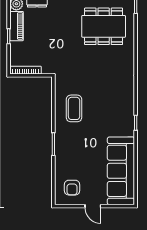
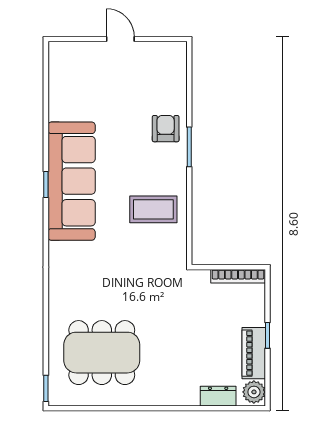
coffee table: (74, 108) -> (153, 209), turned 90
sofa: (121, 171) -> (72, 181), moved
armchair: (72, 188) -> (166, 129), moved

